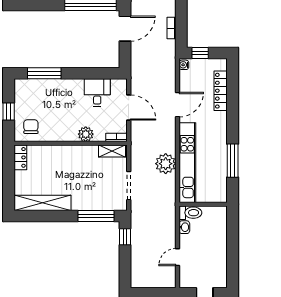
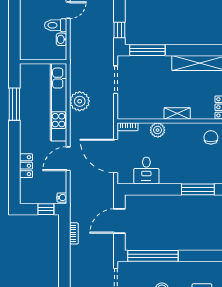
door: (125, 29) -> (119, 221), moved
locker: (221, 91) -> (26, 166), width x0.66
door: (129, 107) -> (116, 156), width x1.36
chair: (31, 127) -> (211, 137), turned 180
shelving: (112, 151) -> (177, 114), moved
toilet: (190, 213) -> (56, 25), moved

